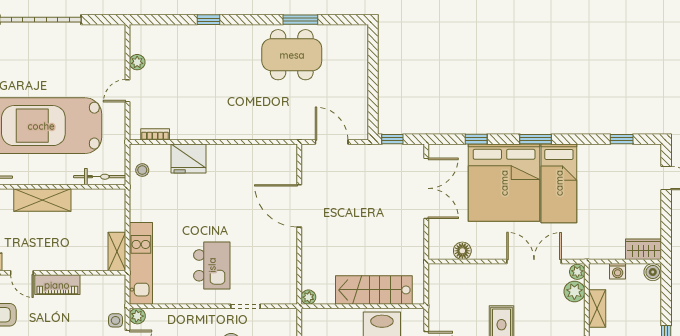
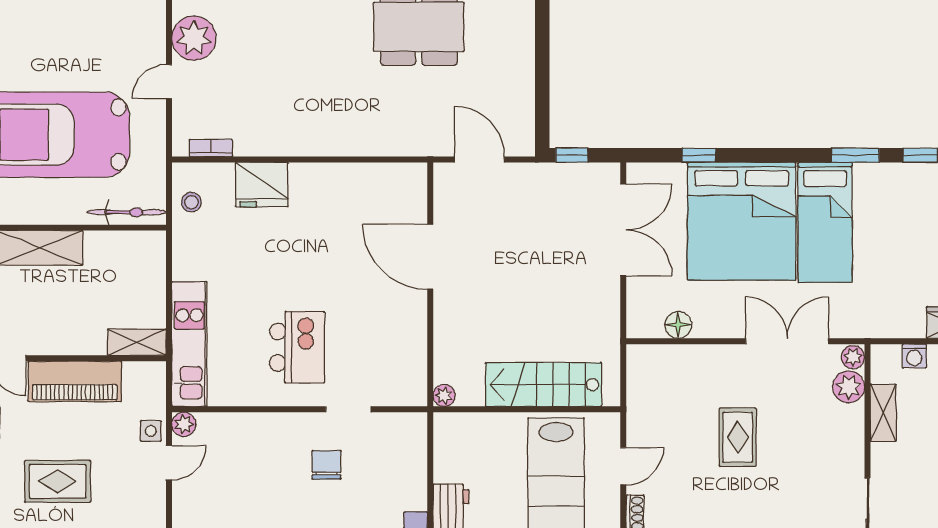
plant: (137, 62) -> (194, 38), width x1.88, depth x1.88
window: (536, 139) -> (855, 155), moved
shelving: (117, 252) -> (137, 342), moved, turned 90
piano: (57, 285) -> (75, 381), width x1.37, depth x1.33

